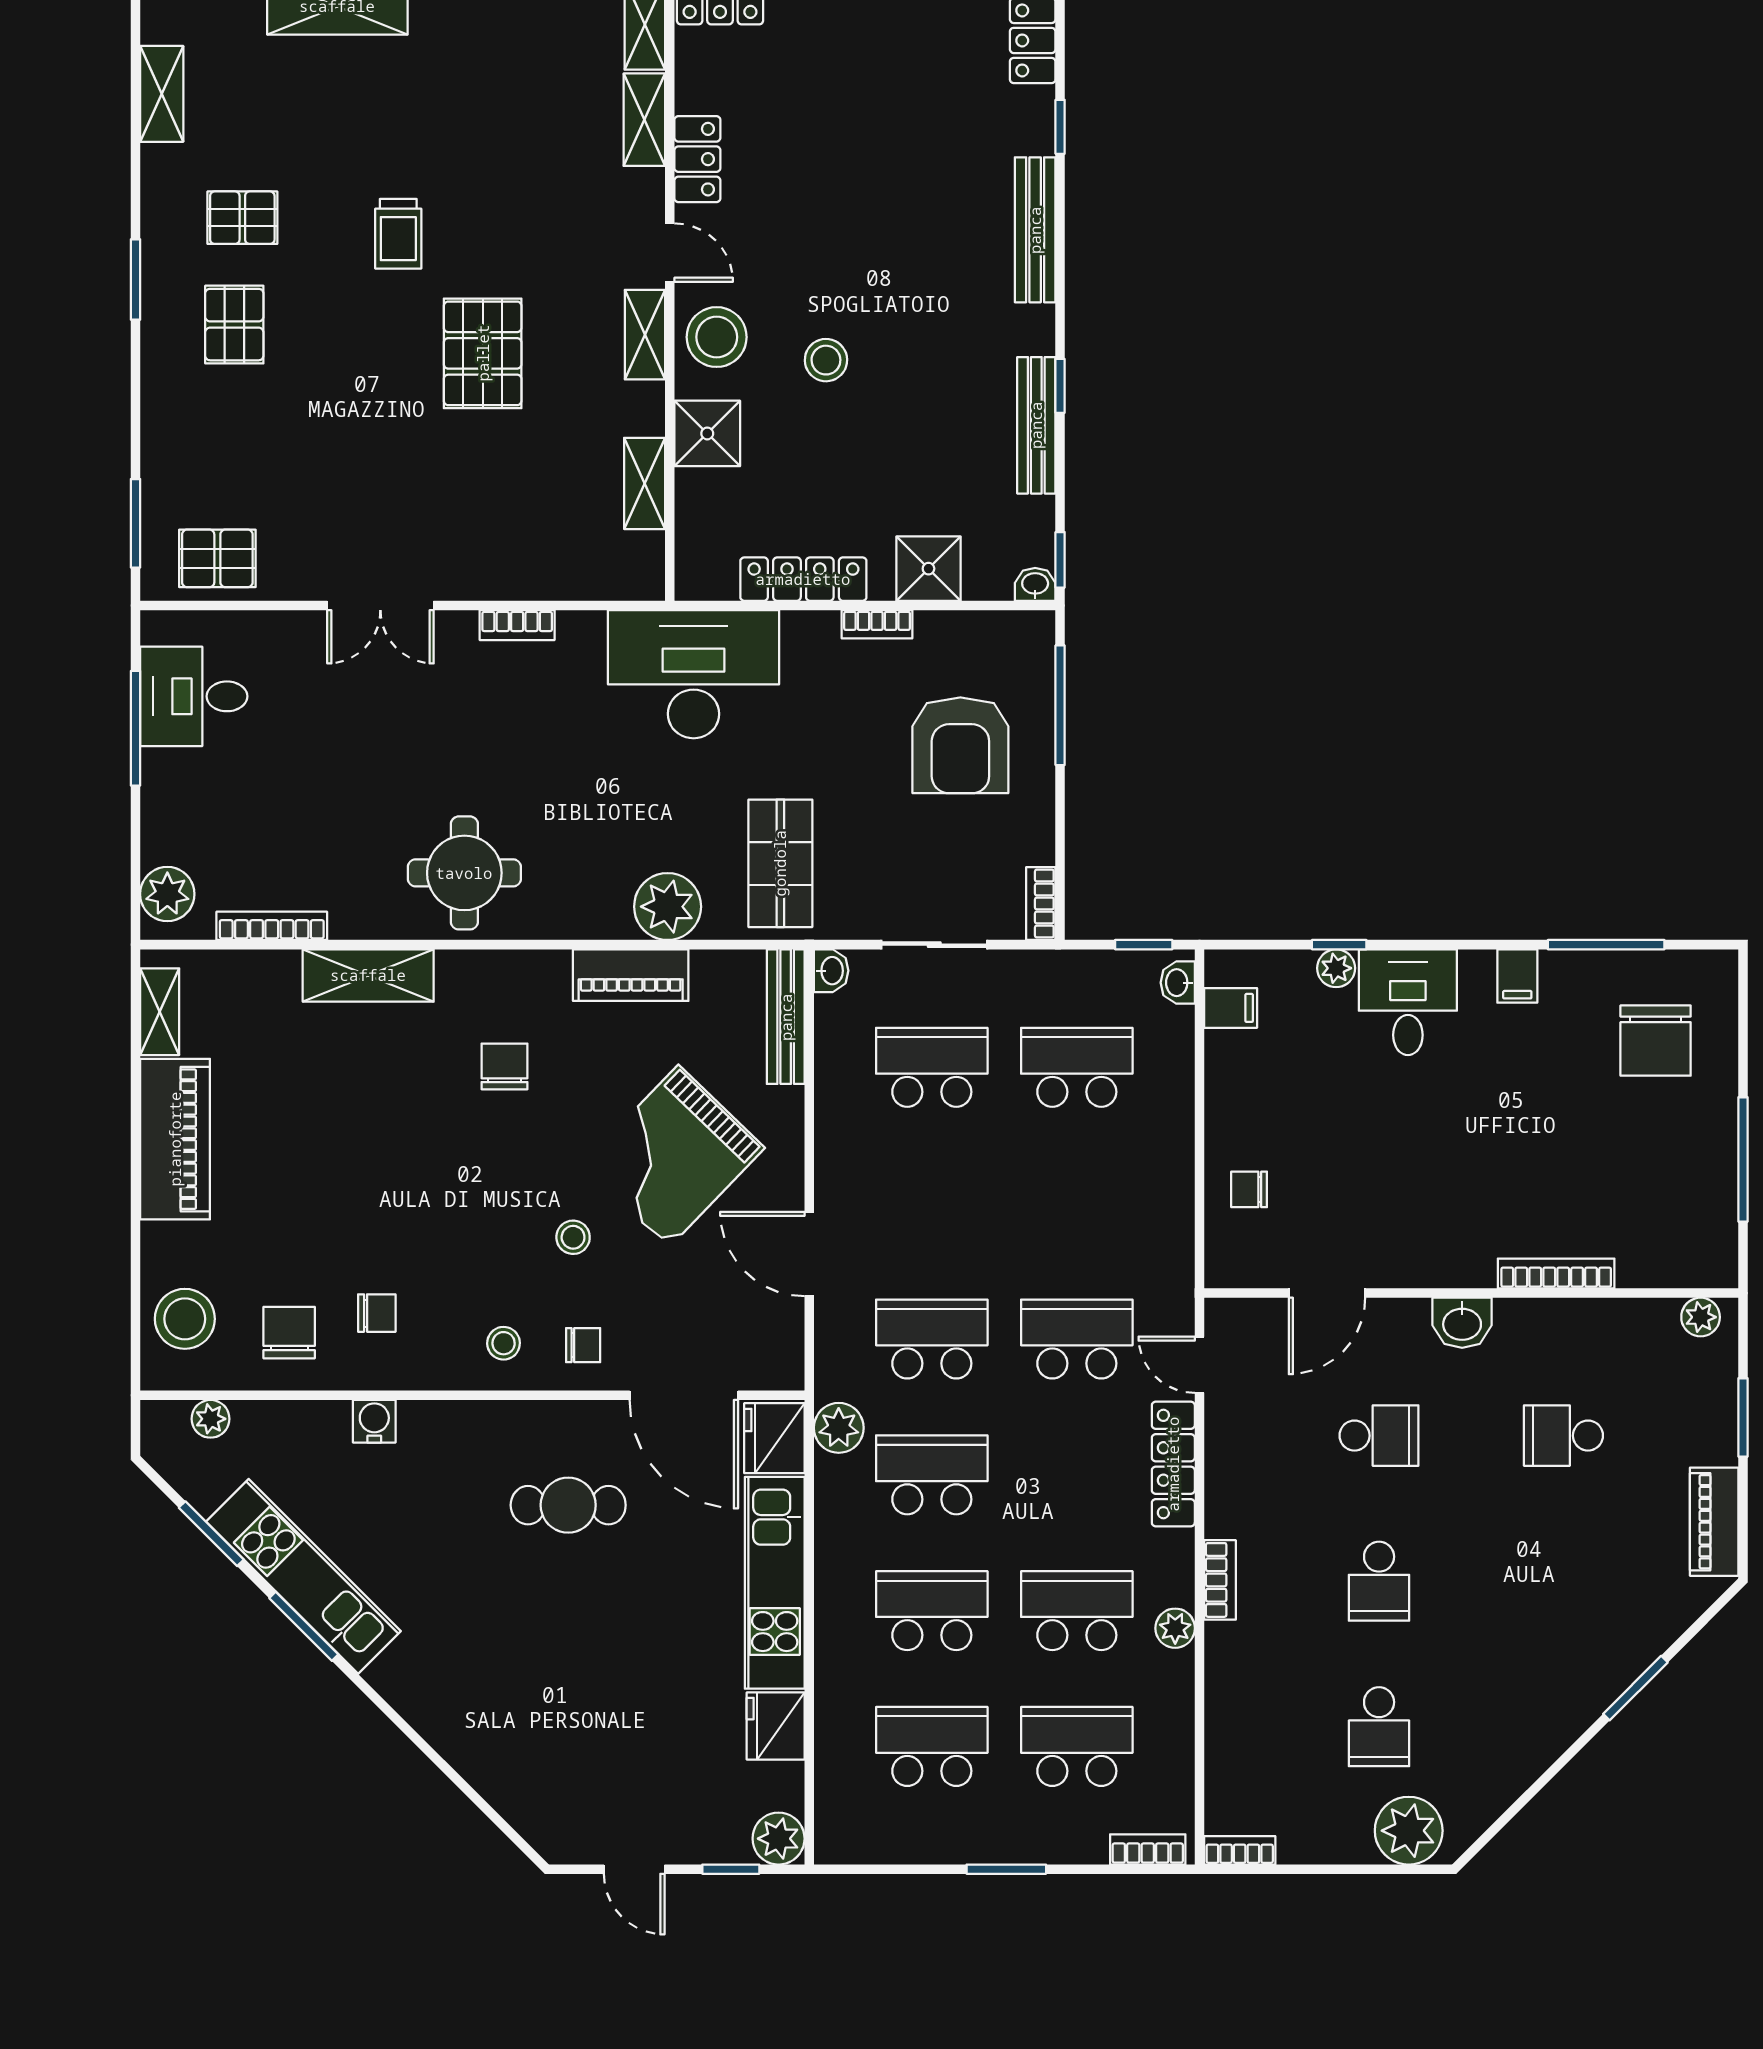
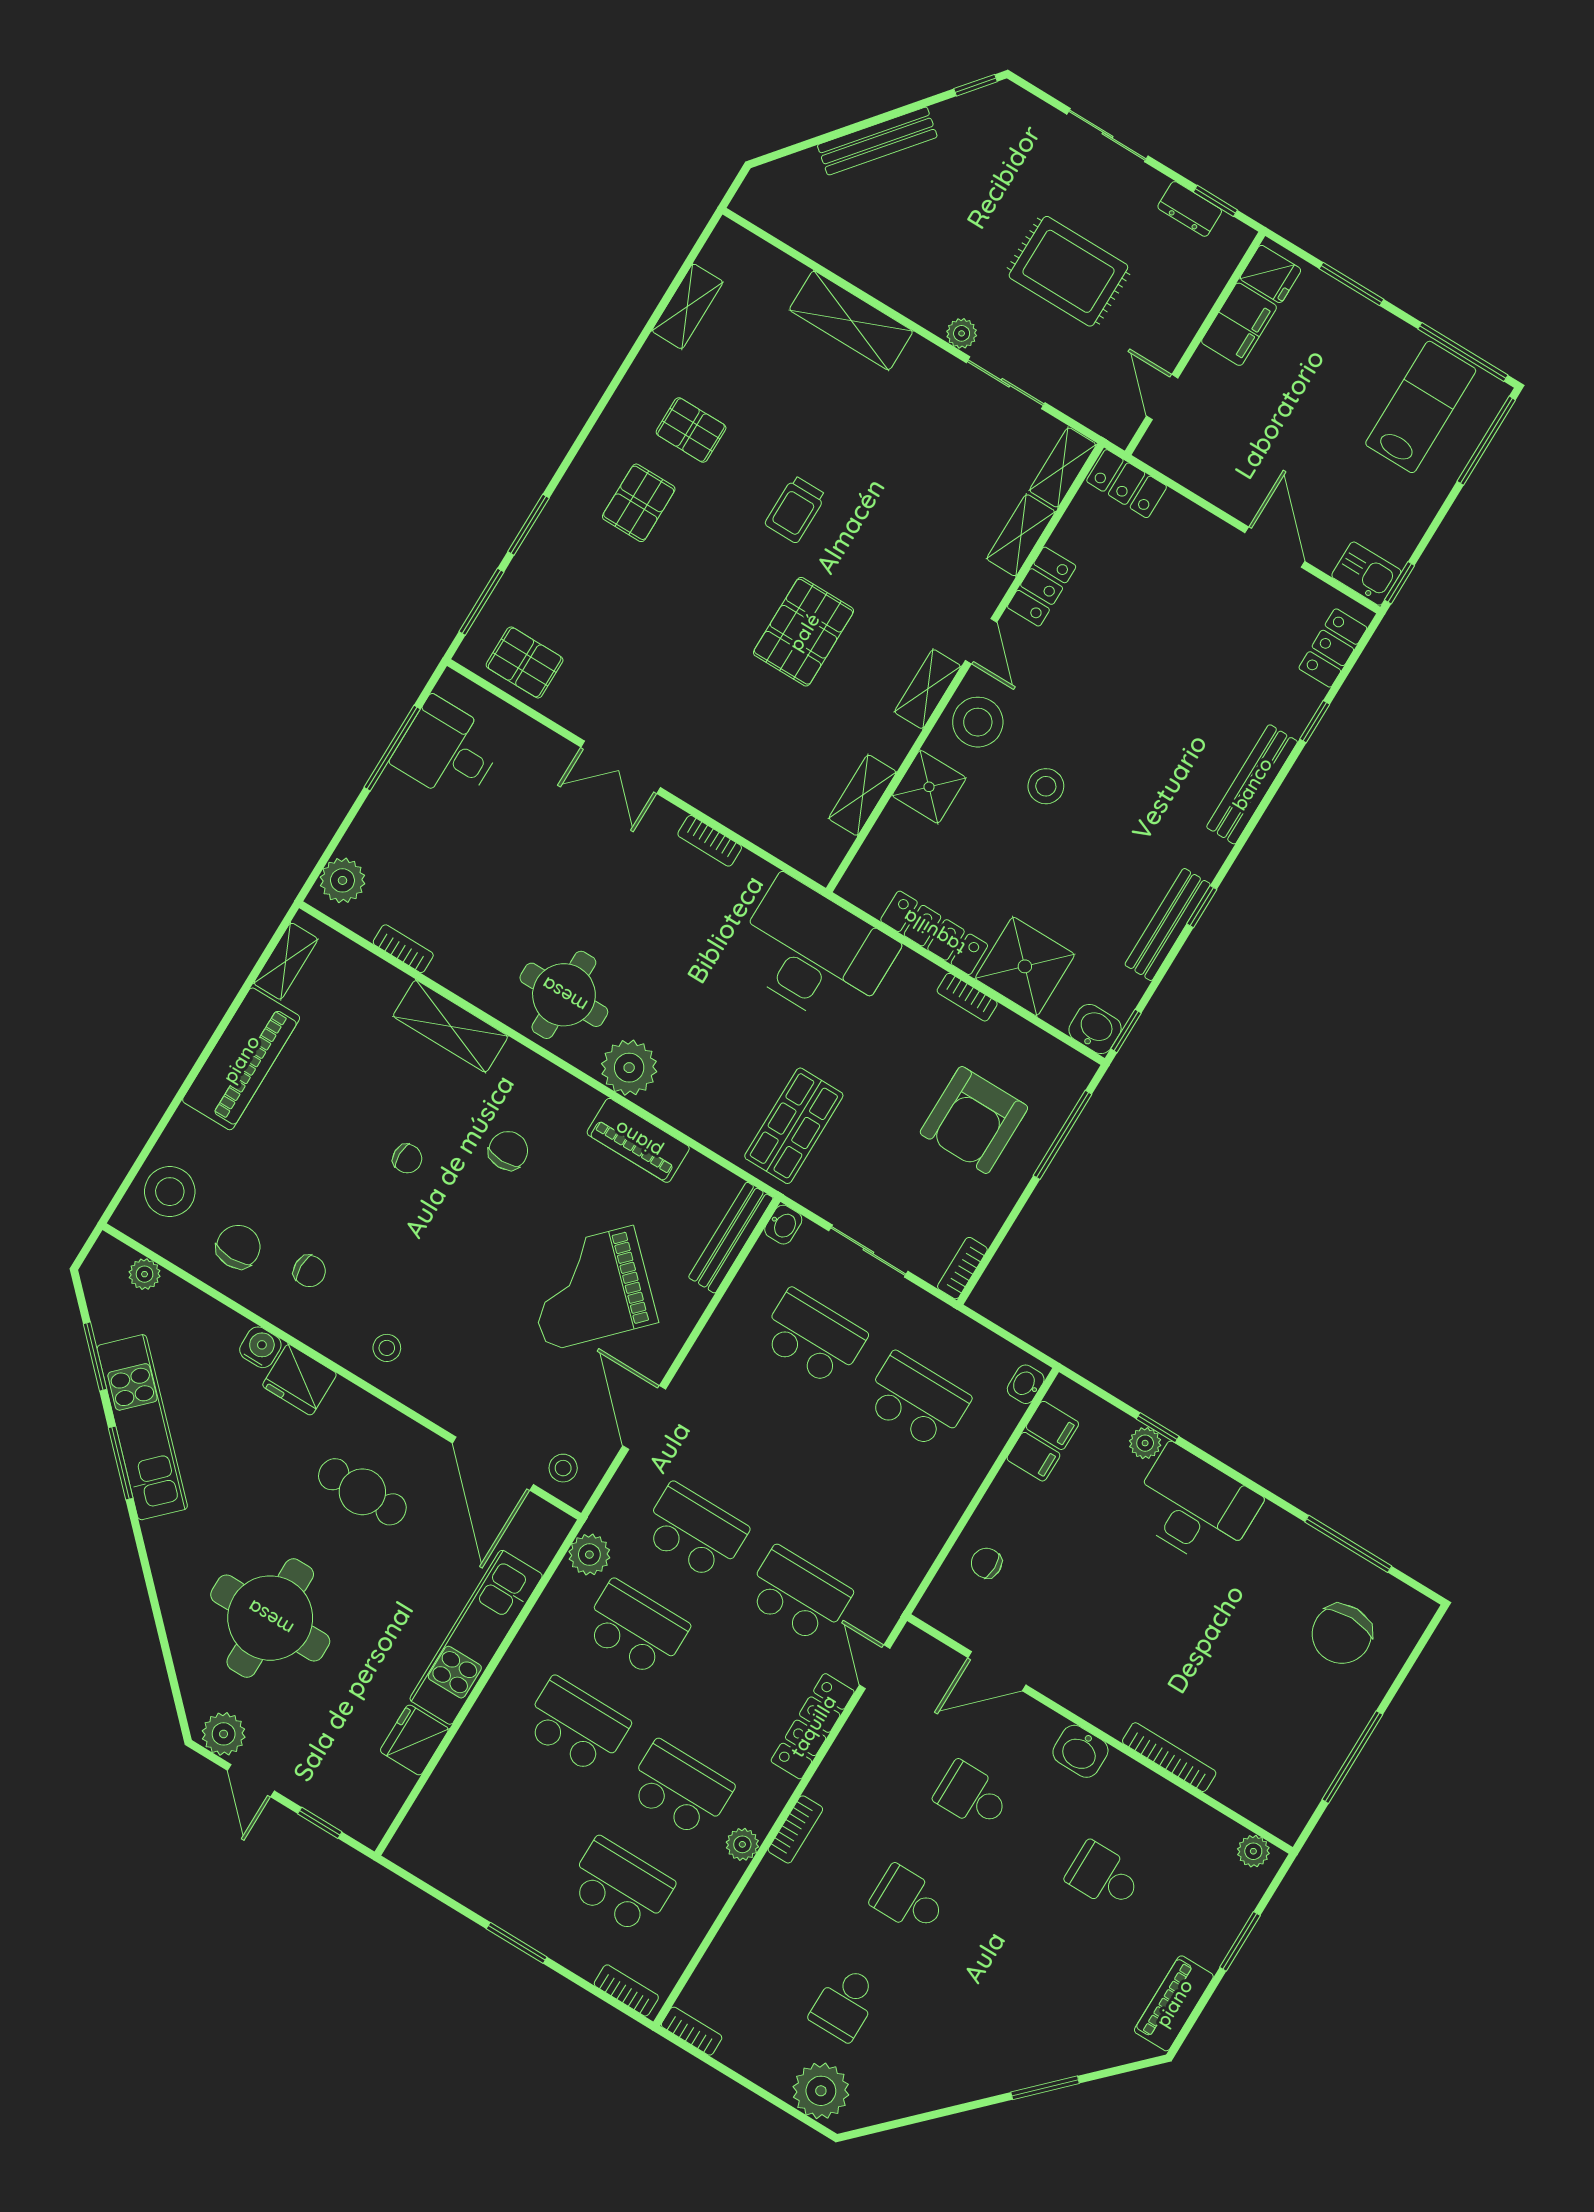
window: (136, 279) -> (528, 525), moved
shower: (928, 569) -> (1025, 966), width x1.36, depth x1.36
washbasin: (1035, 584) -> (1095, 1029), width x1.38, depth x1.45
plant: (668, 907) -> (629, 1068), moved
bookcase: (272, 926) -> (403, 949), width x0.64
window: (1144, 945) -> (1018, 1342), removed
filing cabinet: (1517, 976) -> (1034, 1457), moved, turned -90
desk: (1408, 1002) -> (1195, 1507), width x1.37
stool: (573, 1237) -> (563, 1468), moved
chair: (583, 1345) -> (407, 1159), moved
school desk: (1379, 1436) -> (972, 1796), turned 180
fridge: (774, 1438) -> (299, 1380), moved, turned -90
school desk: (1379, 1581) -> (908, 1900), turned 90
round table: (553, 1691) -> (270, 1618), added
school desk: (932, 1746) -> (517, 1823), removed
plant: (779, 1839) -> (224, 1734), moved

